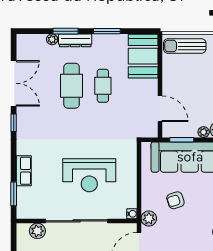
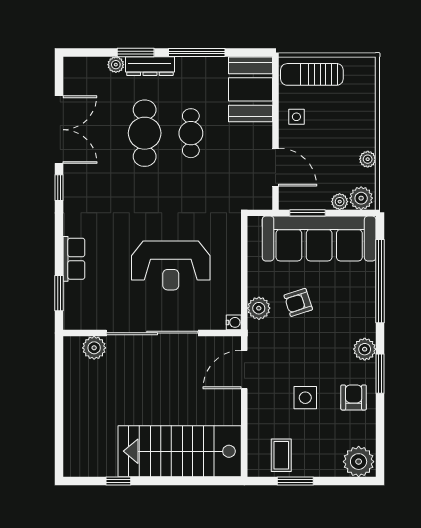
window: (107, 31) -> (197, 52), width x1.44
side table: (174, 75) -> (296, 117), added
plant: (149, 218) -> (259, 308), moved

